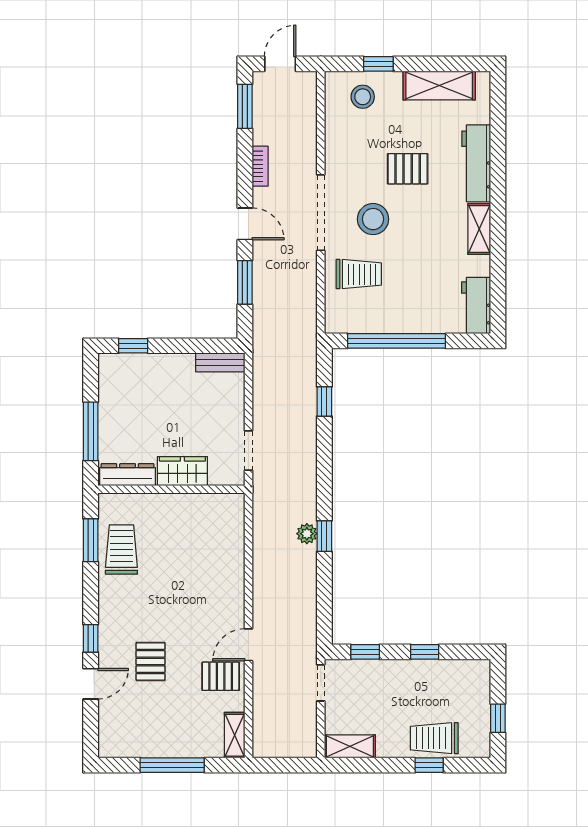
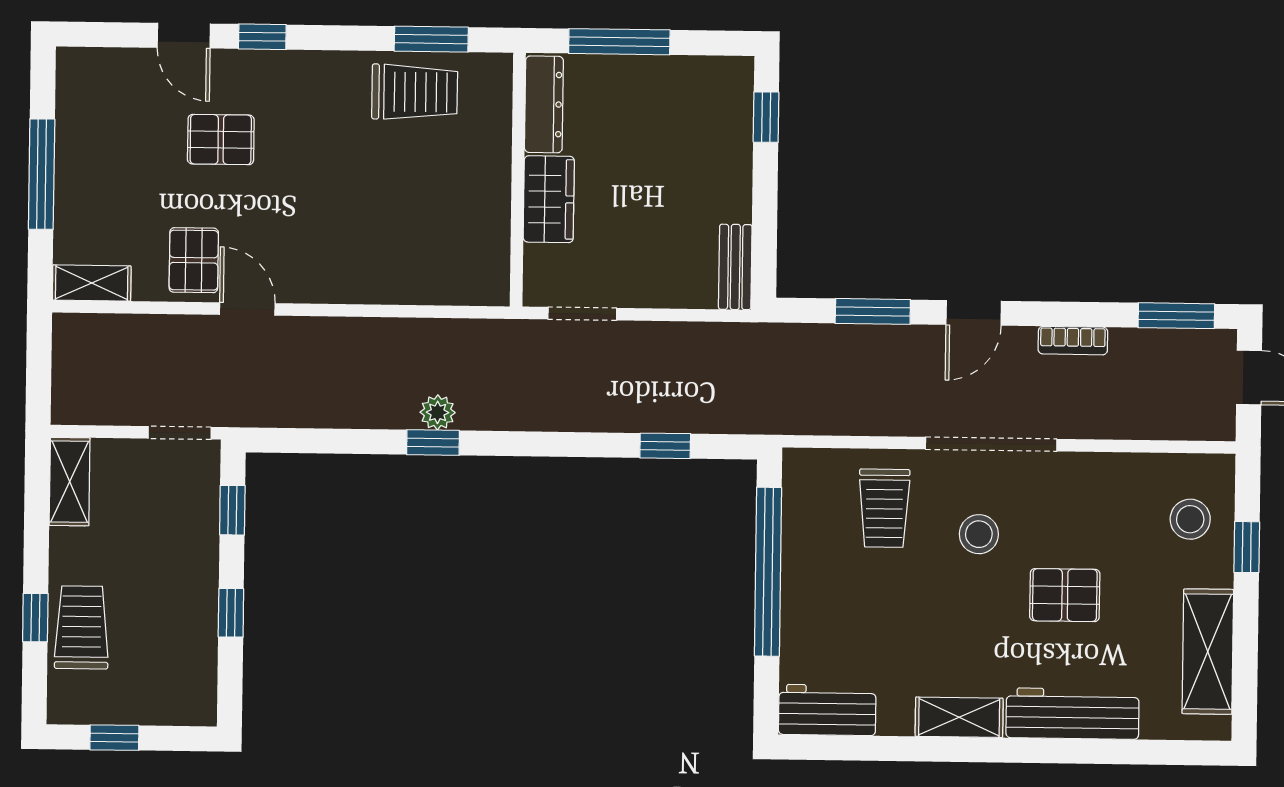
pallet: (408, 169) -> (1065, 595), turned 90
stool: (373, 219) -> (979, 534), width x0.73, depth x0.73

